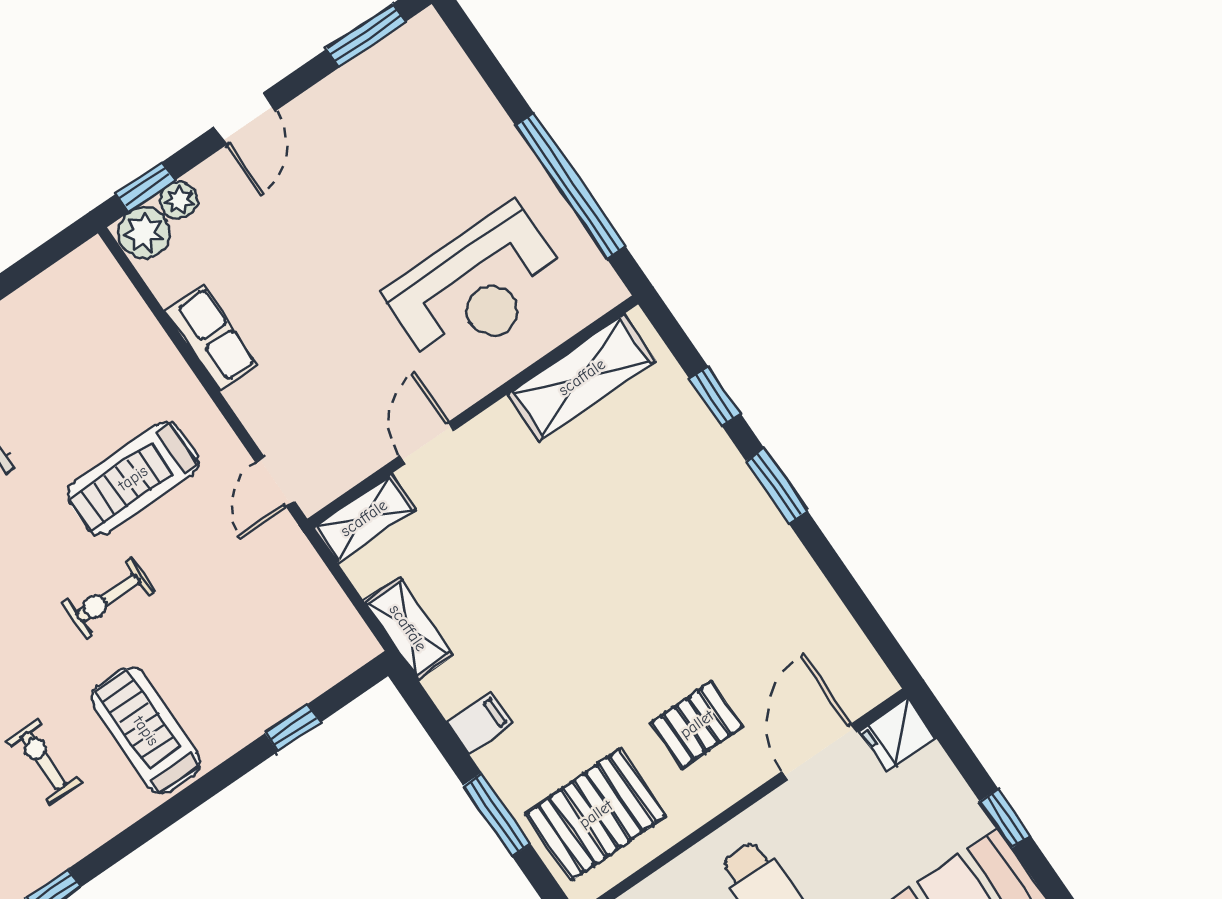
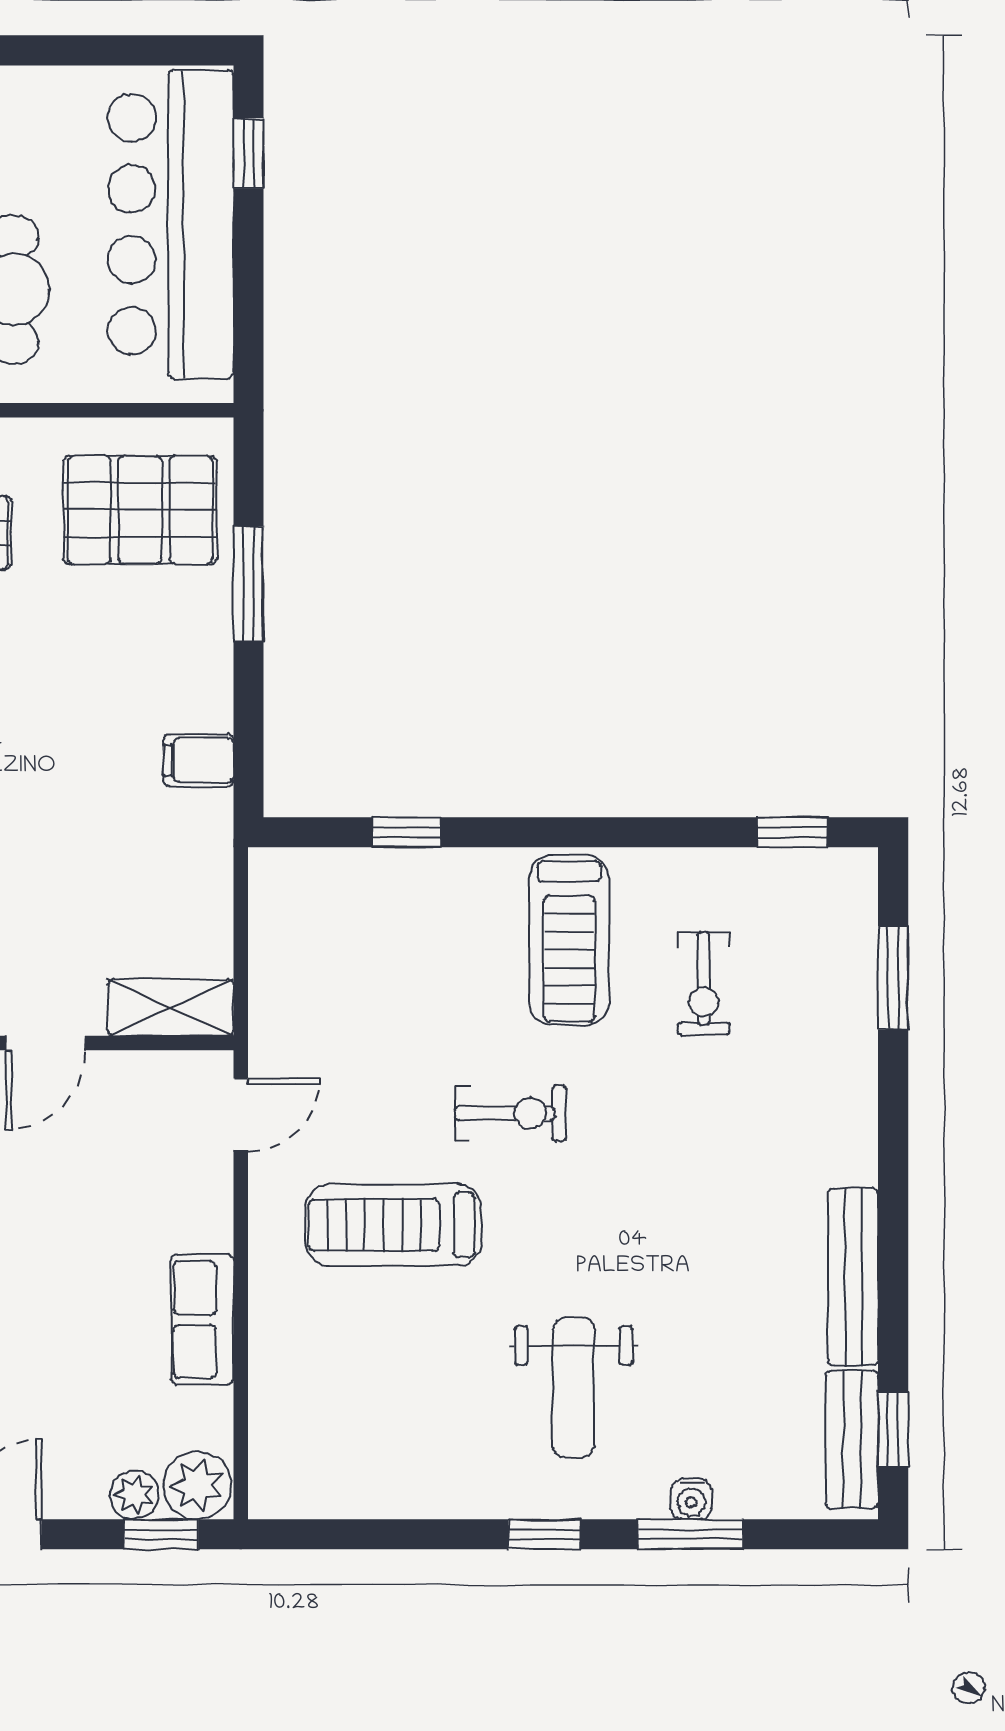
treadmill: (133, 478) -> (394, 1225), turned 180
shelving: (408, 628) -> (205, 854), removed
filing cabinet: (480, 723) -> (199, 760), moved

